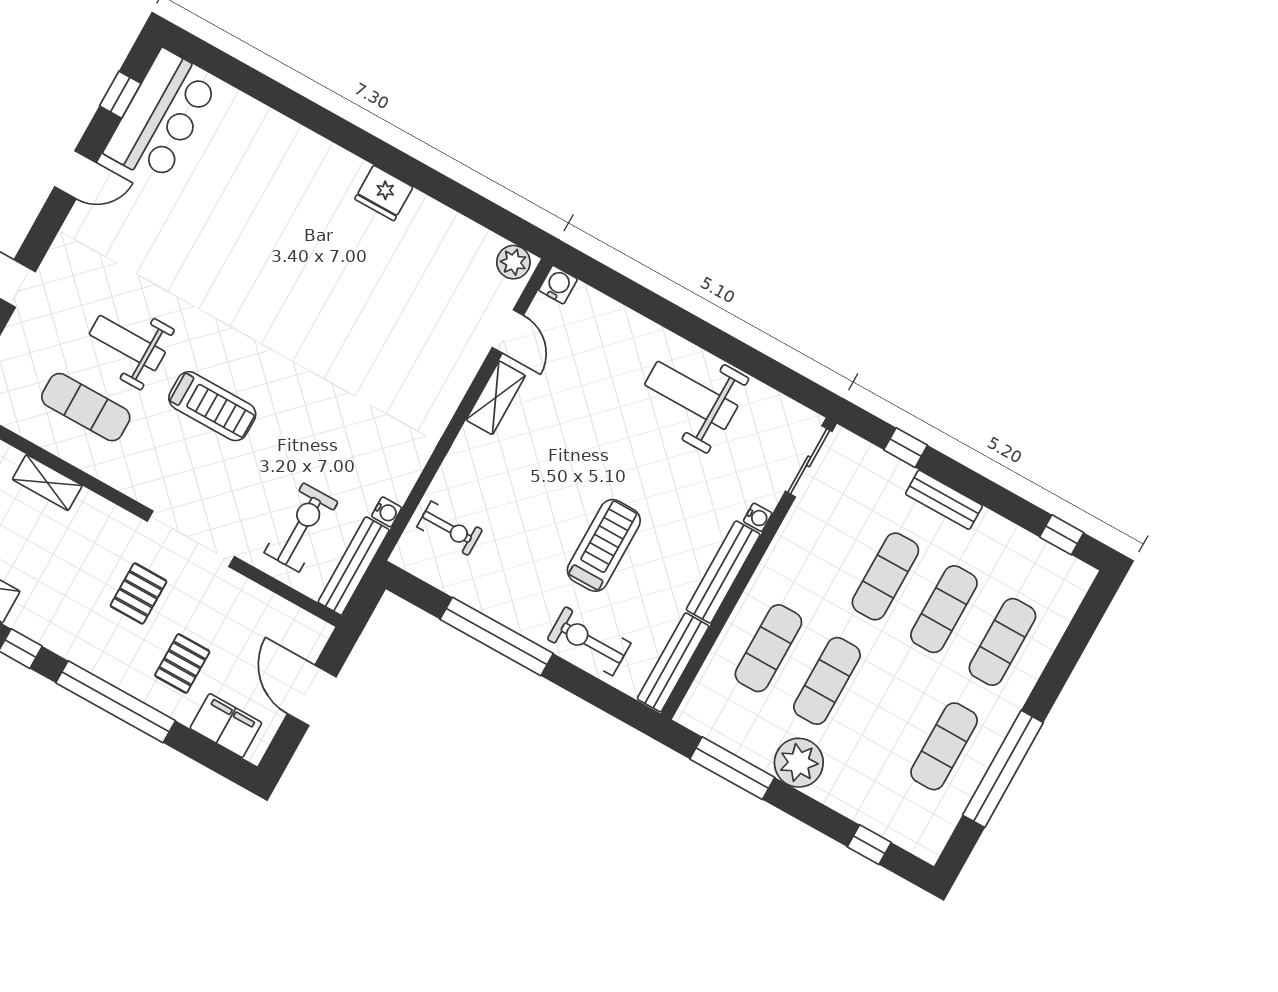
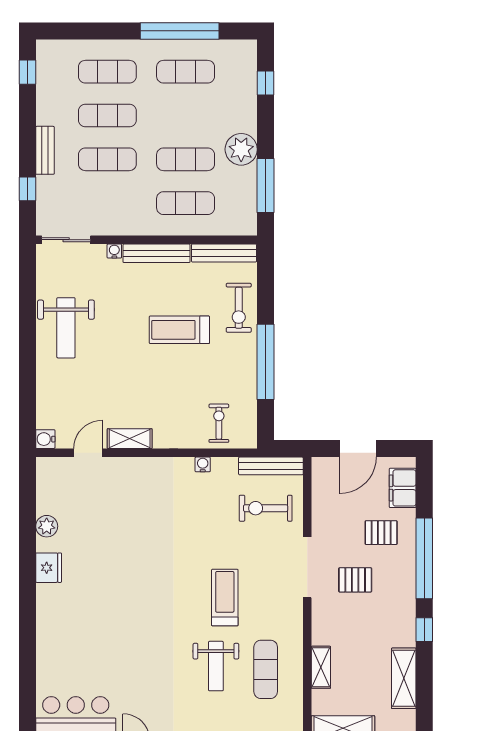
plant: (513, 262) -> (47, 526), moved
water cooler: (387, 512) -> (203, 464), moved

